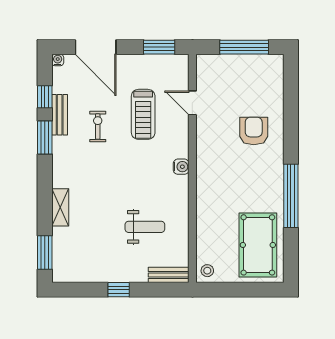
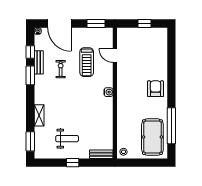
window: (244, 47) -> (145, 24), width x0.46
armchair: (254, 131) -> (156, 89), moved
window: (291, 196) -> (171, 126), moved
weight bench: (145, 227) -> (67, 139), moved

